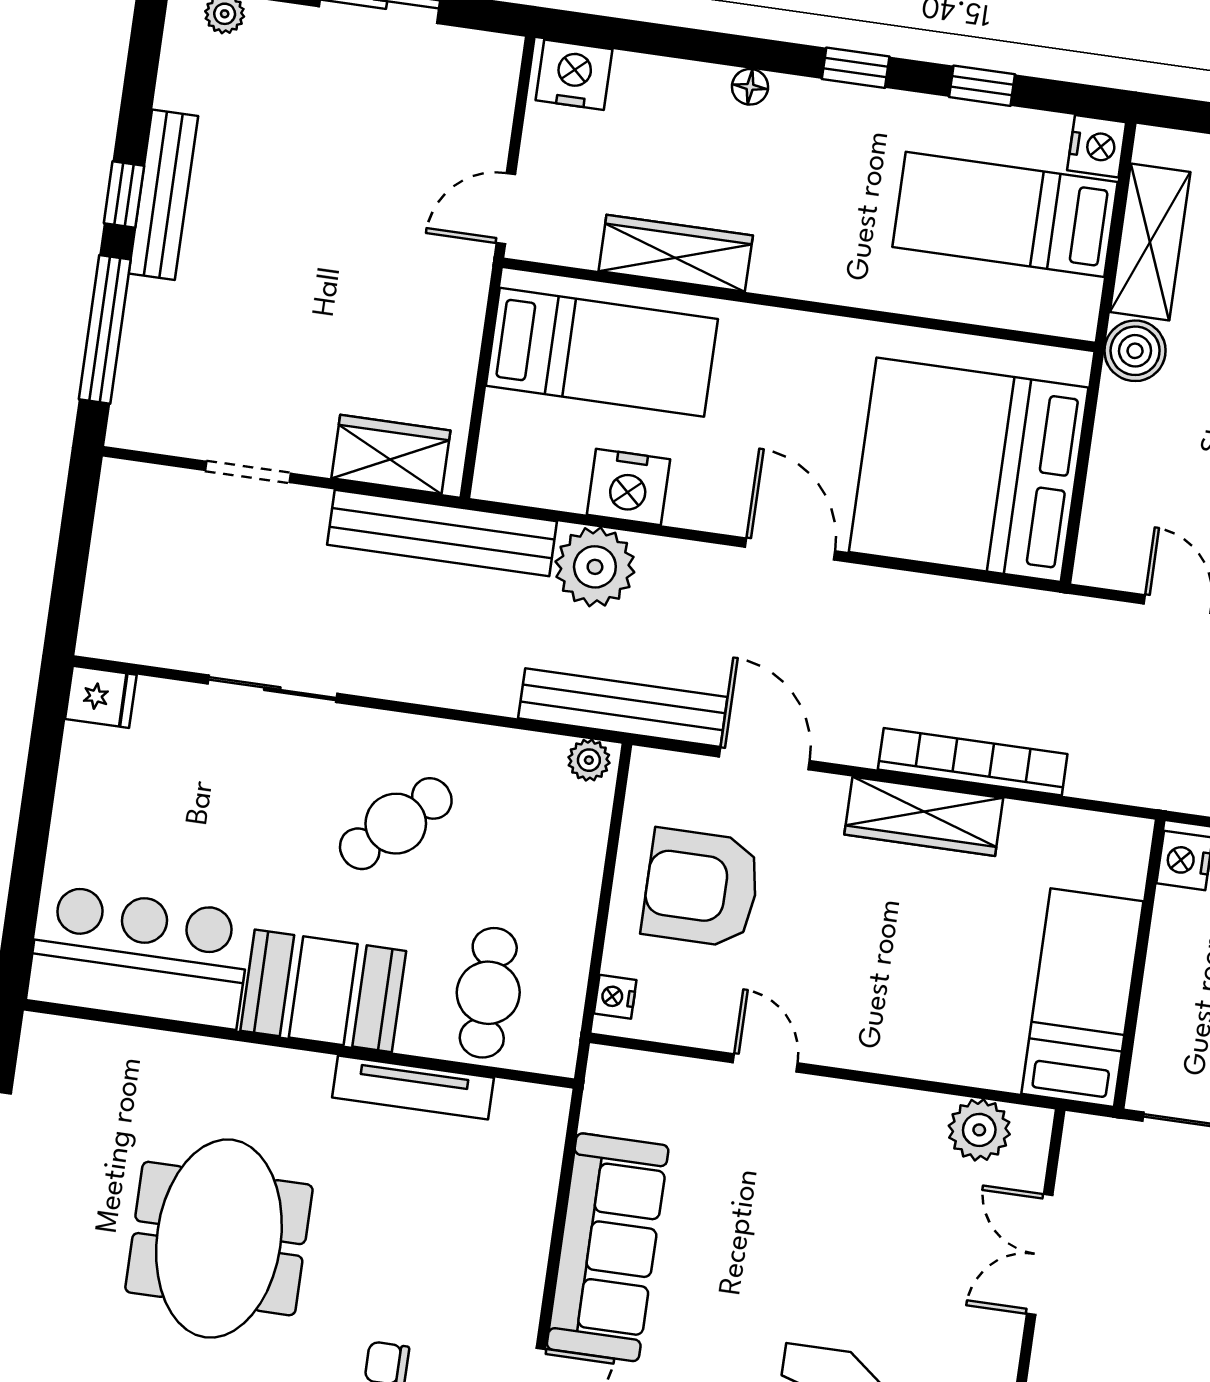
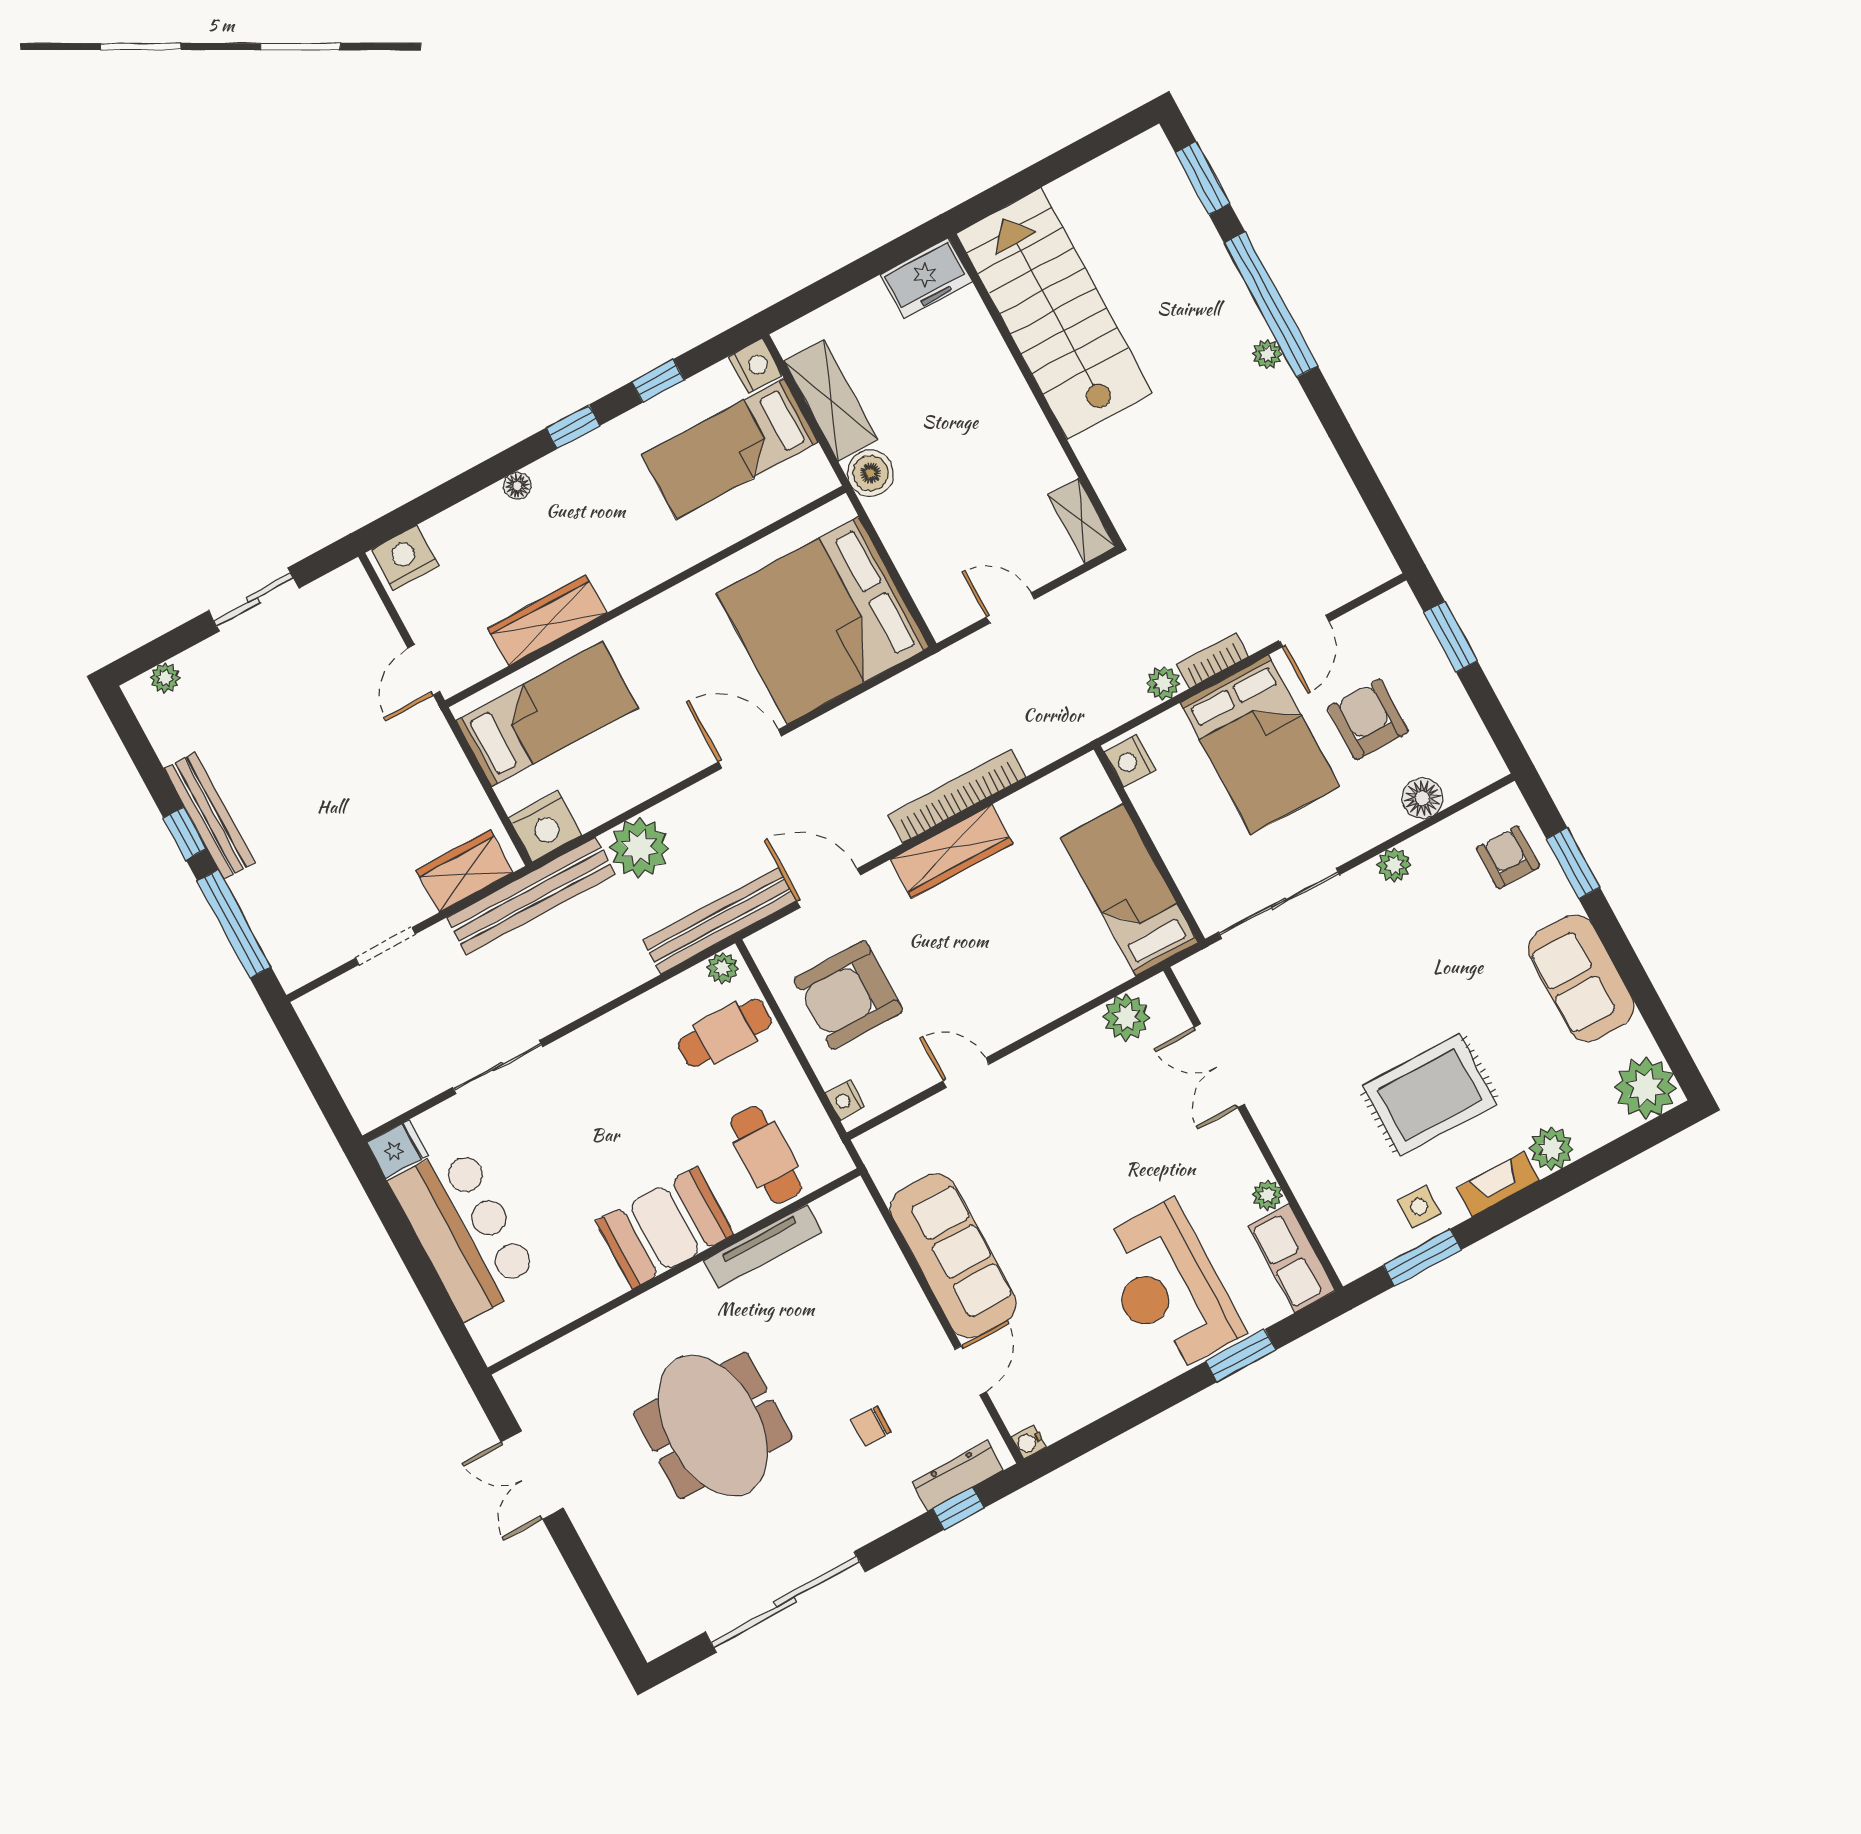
nightstand: (628, 487) -> (545, 826), moved
cafe table: (396, 824) -> (725, 1033), moved, turned 43
bar counter: (139, 957) -> (465, 1231), moved, turned 90

